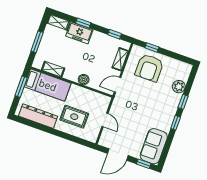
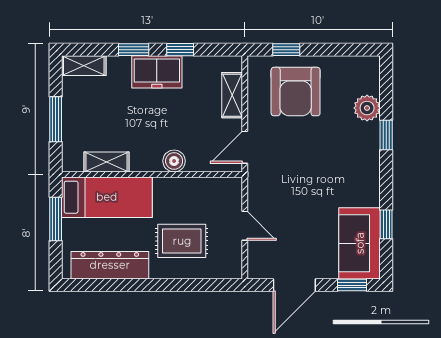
freezer: (79, 33) -> (157, 72), moved
window: (115, 34) -> (180, 50), moved
window: (176, 123) -> (386, 224), moved

